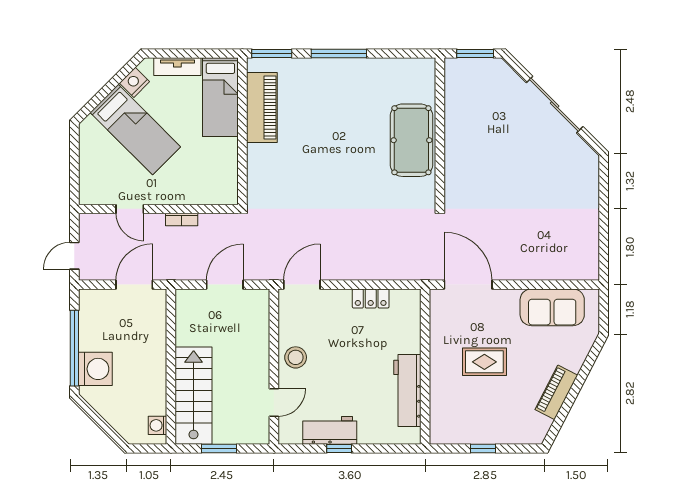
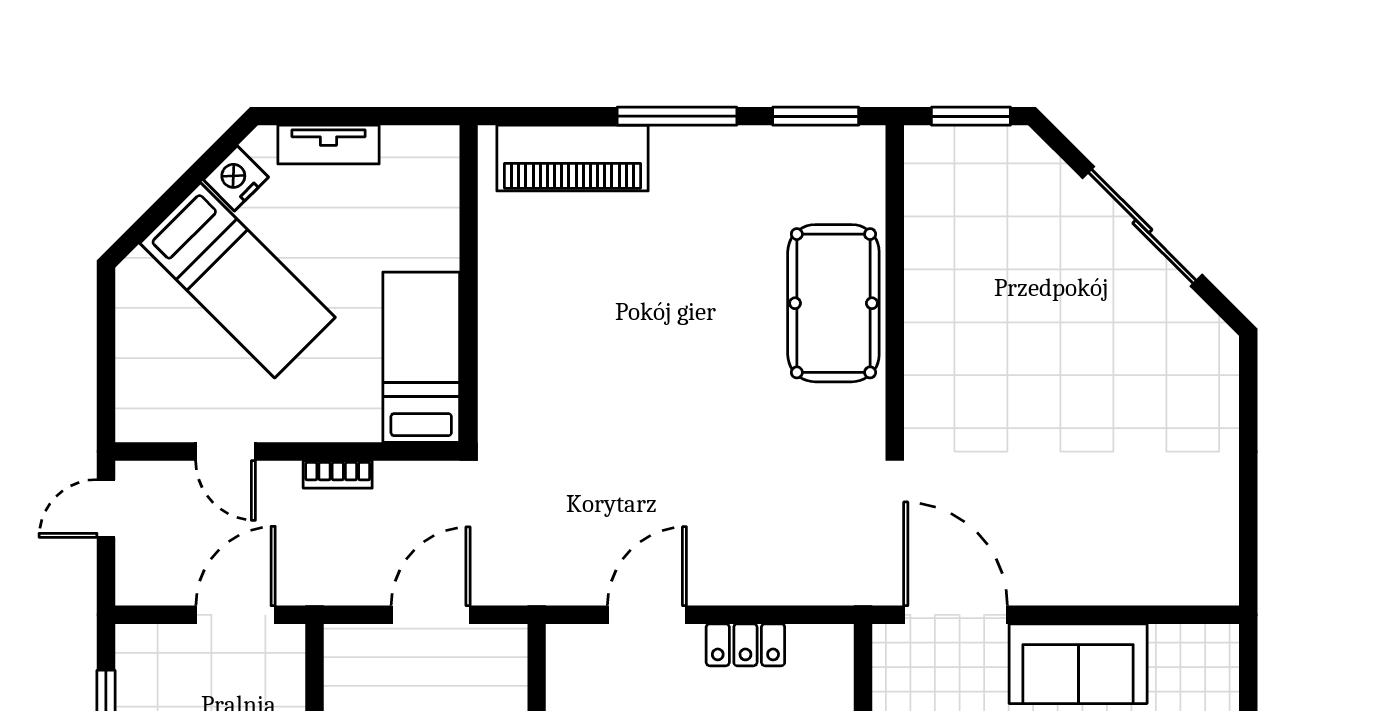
window: (272, 54) -> (816, 116), moved
bed: (220, 97) -> (421, 357), moved, turned 180
piano: (262, 108) -> (573, 158), moved, turned 90
door: (74, 256) -> (106, 508), moved
door: (302, 285) -> (647, 615), moved
sofa: (552, 307) -> (1078, 664), moved

